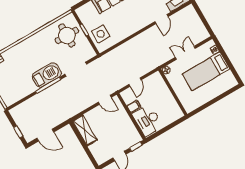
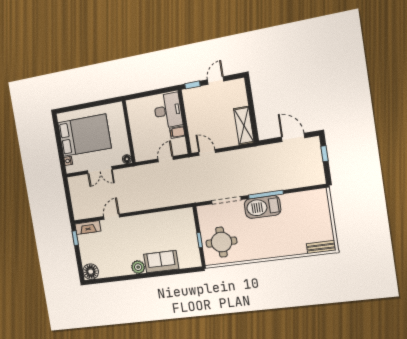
side table: (101, 34) -> (183, 228), removed
bed: (206, 71) -> (84, 135), width x1.50

